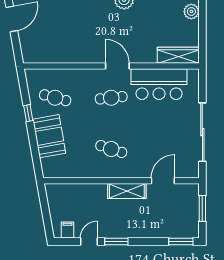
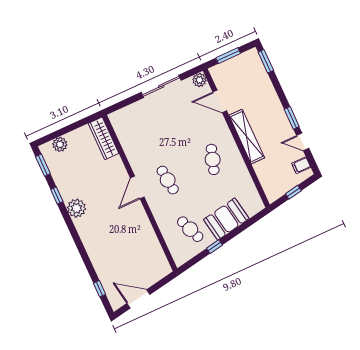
bar counter: (159, 84) -> (136, 144), removed
cafe table: (55, 98) -> (190, 229), turned -36
sliding door: (202, 132) -> (161, 86), width x0.73
plant: (192, 171) -> (199, 80), added
shelving: (127, 191) -> (247, 137), width x1.47
window: (46, 211) -> (293, 192), added

